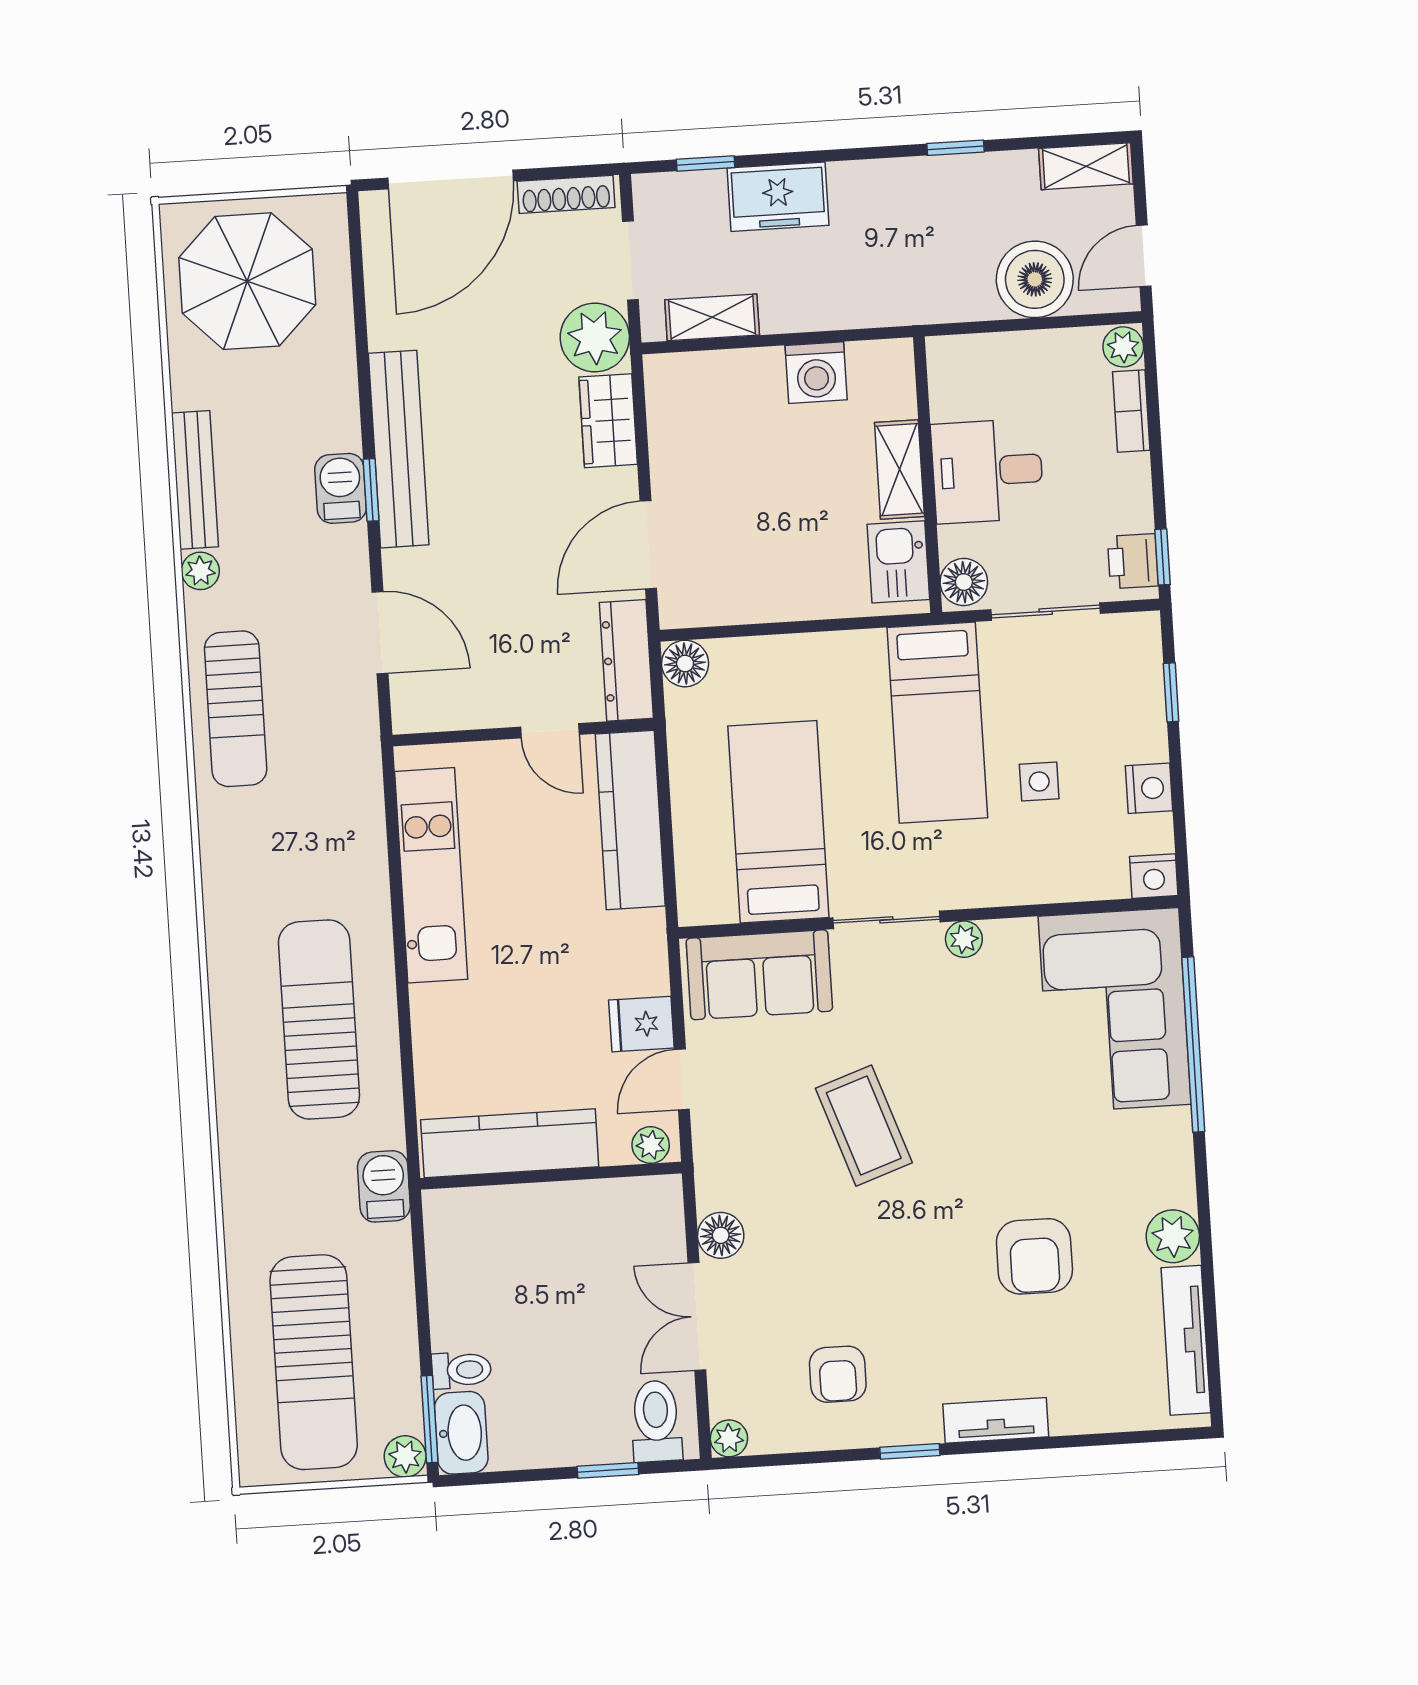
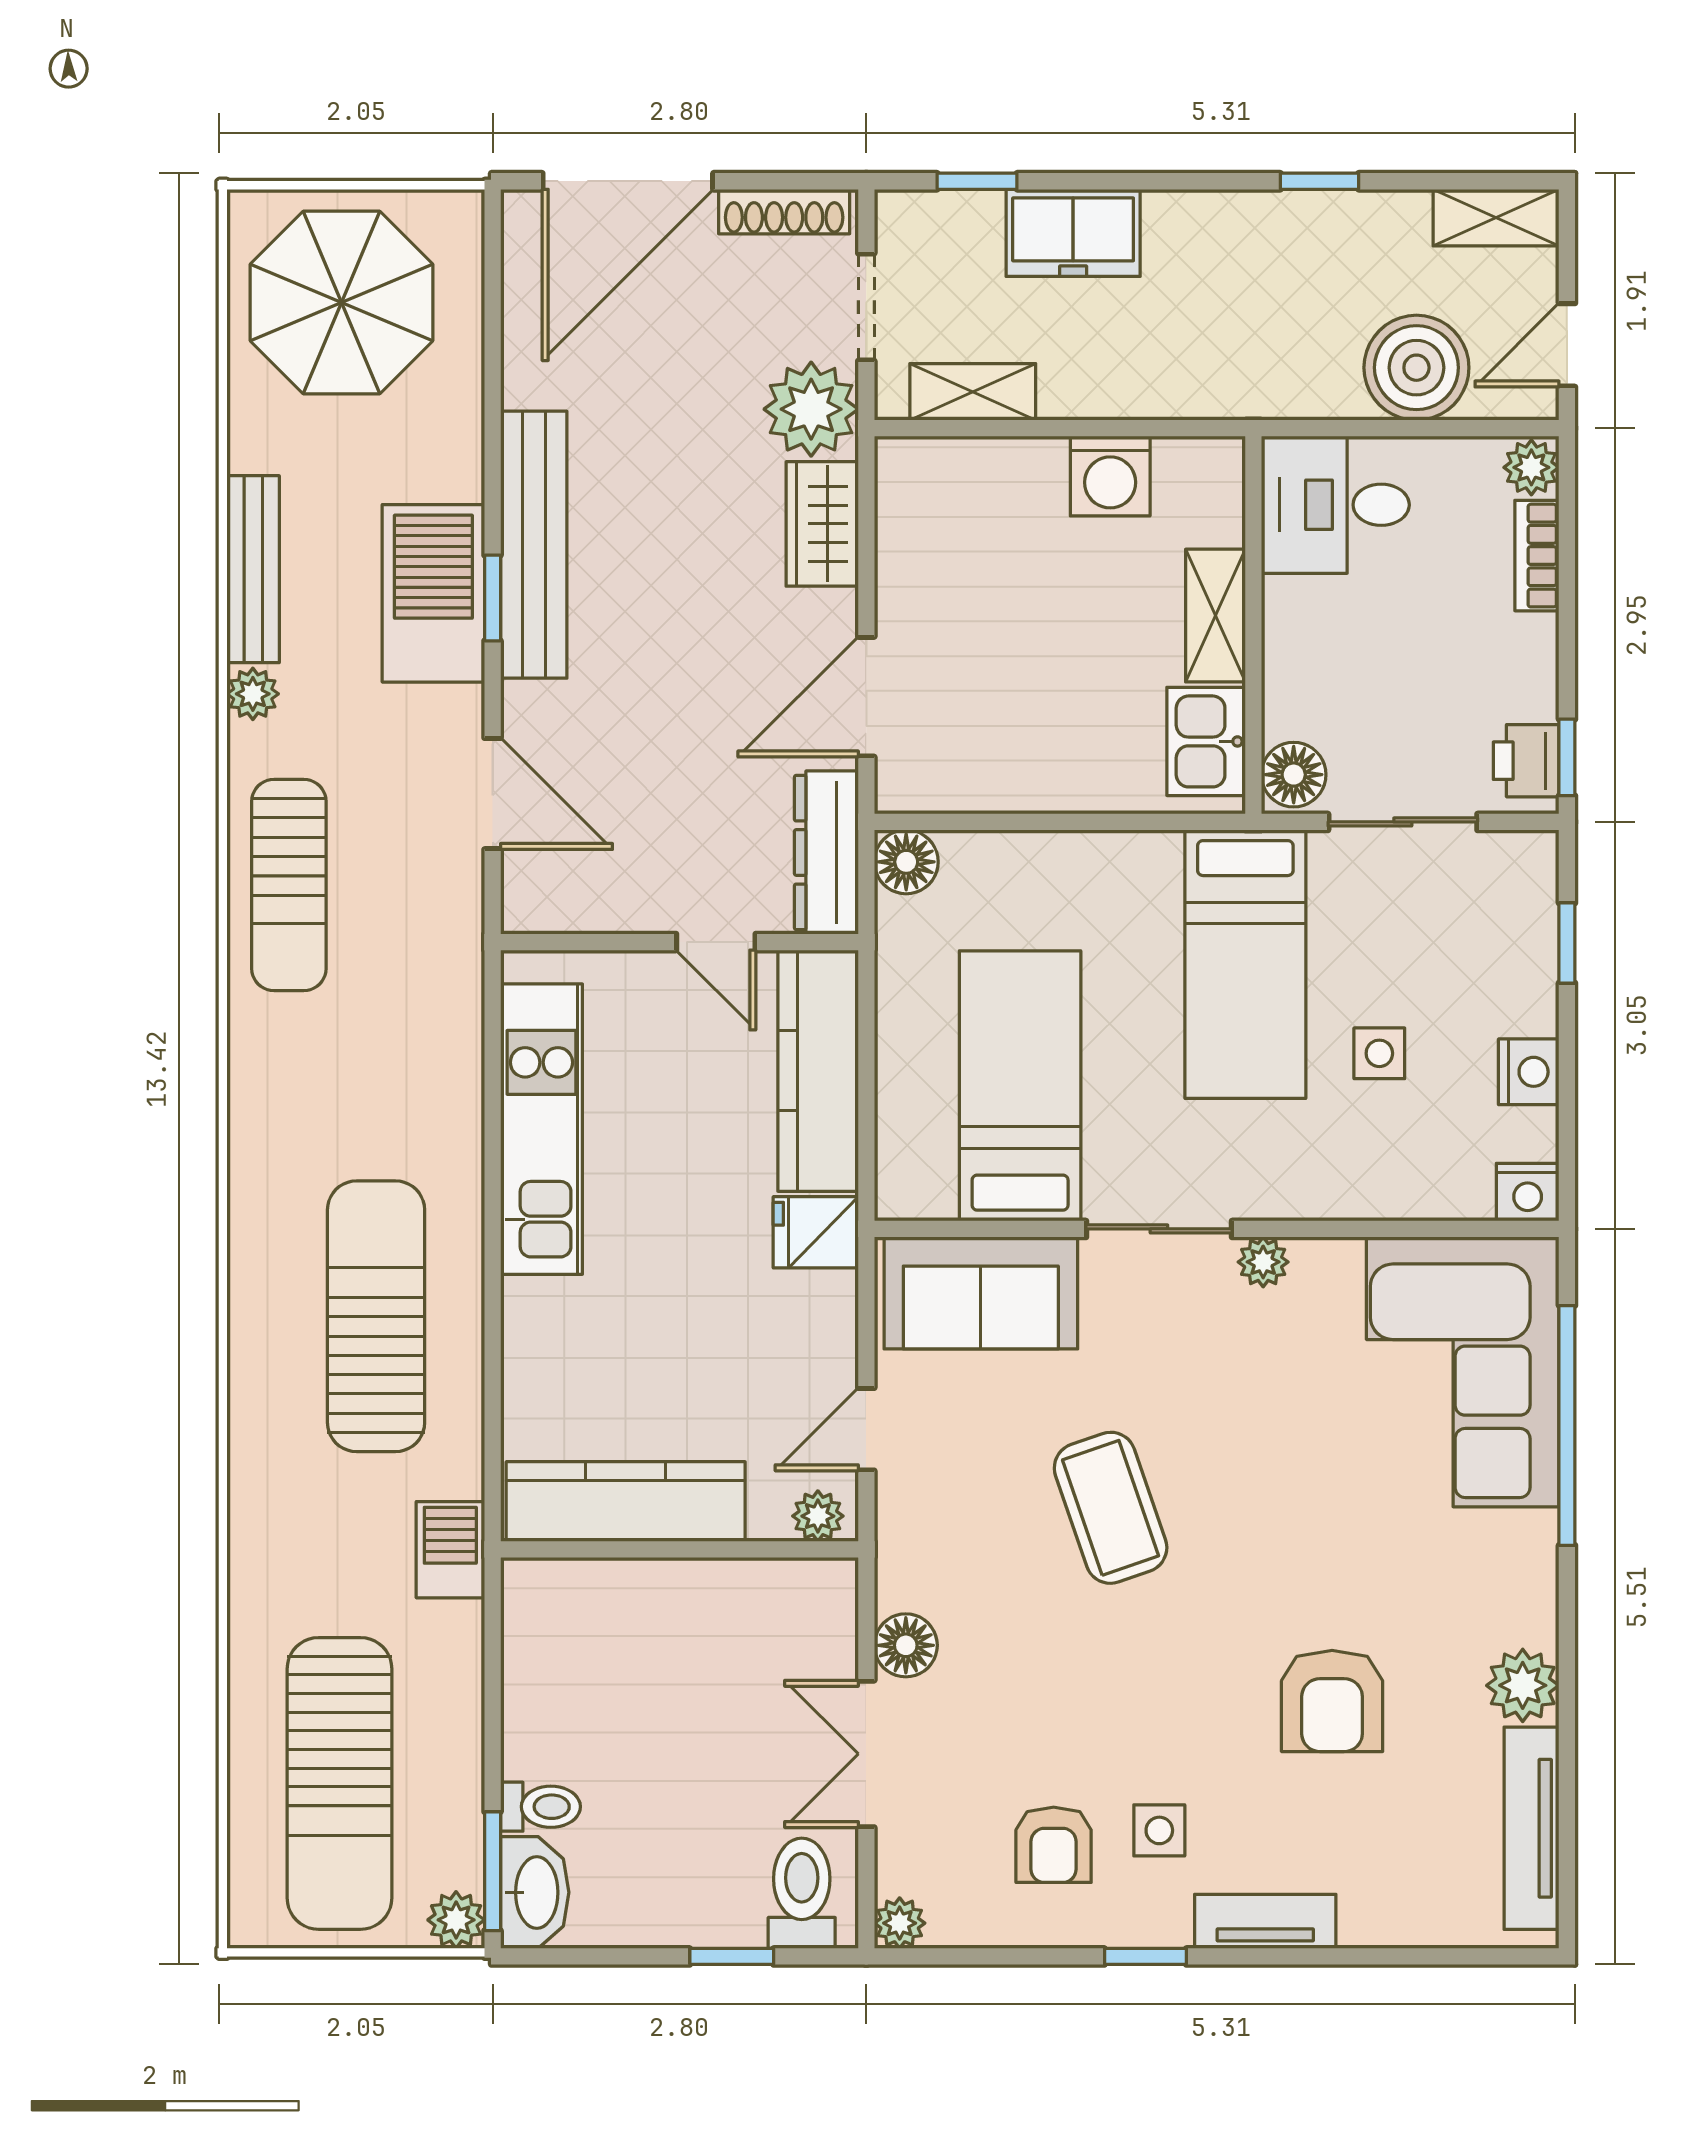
desk: (987, 471) -> (1335, 505), moved
barbecue: (341, 488) -> (433, 593), width x1.88, depth x1.53
fridge: (641, 1024) -> (816, 1232), moved
side table: (914, 1359) -> (1159, 1830), added

